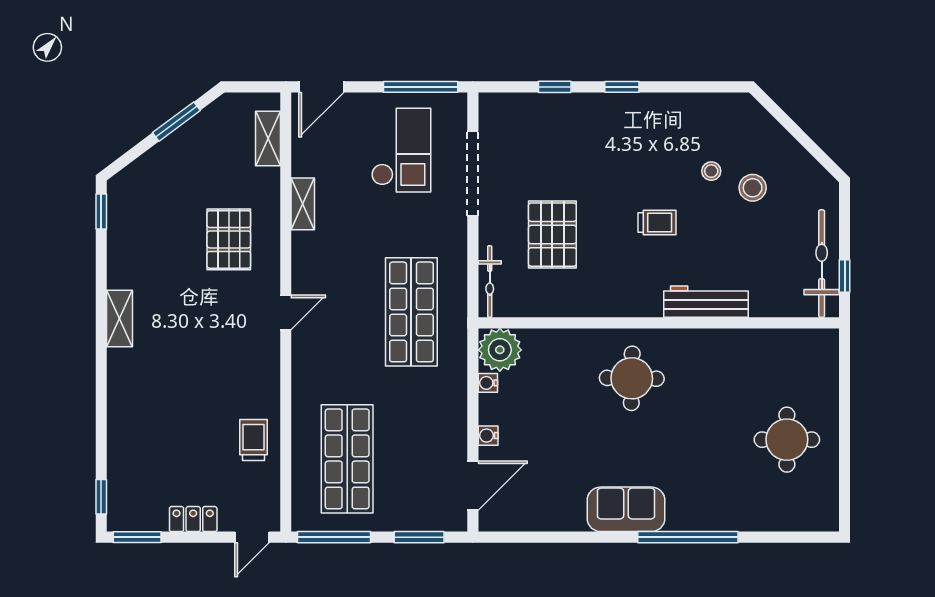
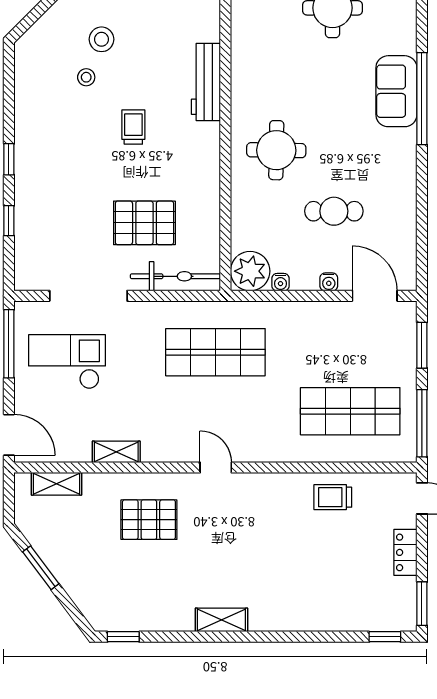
bicycle: (490, 281) -> (175, 276), width x1.37, depth x1.40
cafe table: (565, 441) -> (334, 211), added
sofa: (626, 509) -> (396, 91), moved

